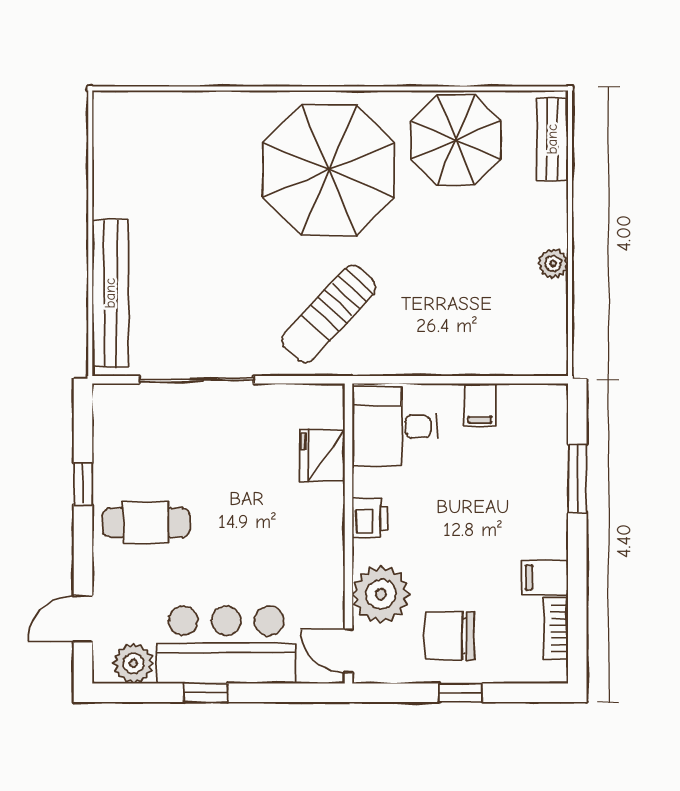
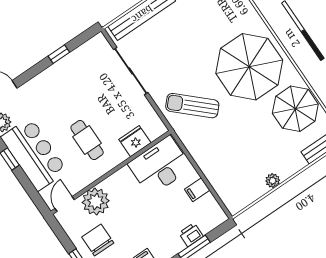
desk: (395, 426) -> (160, 166), width x1.37
printer: (370, 518) -> (191, 235), moved, turned 180
cafe table: (146, 522) -> (87, 140), moved

